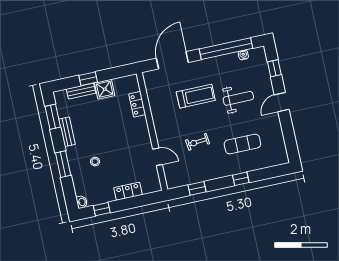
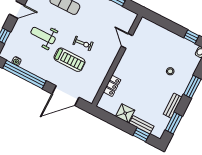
window: (88, 79) -> (141, 135), moved
treadmill: (196, 96) -> (70, 60), turned 180
exercise bike: (198, 142) -> (83, 43), moved
locker: (128, 191) -> (165, 34), removed

